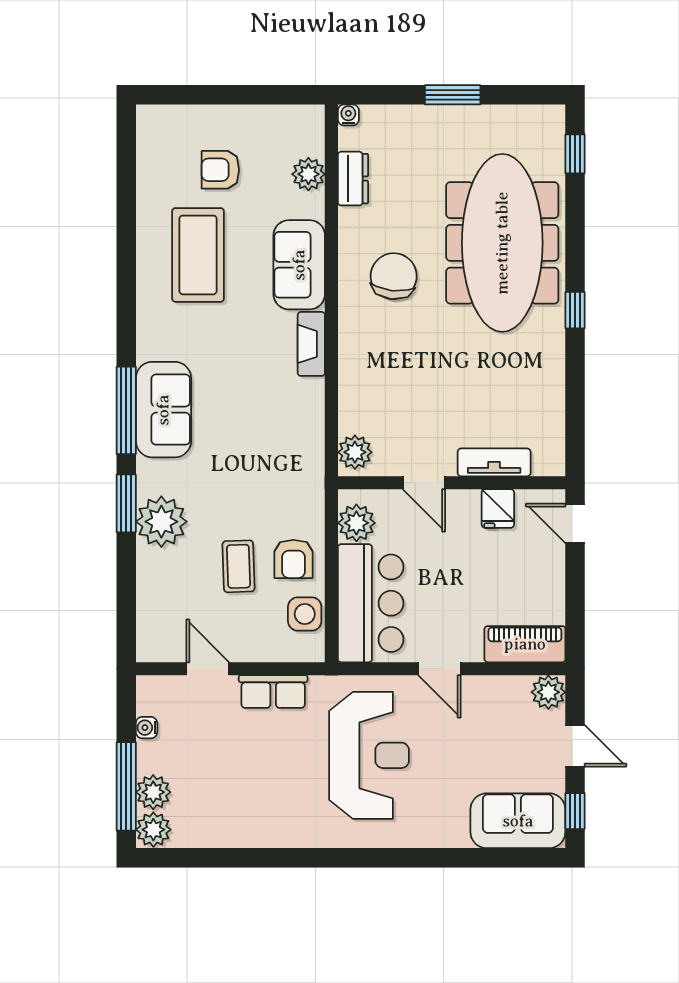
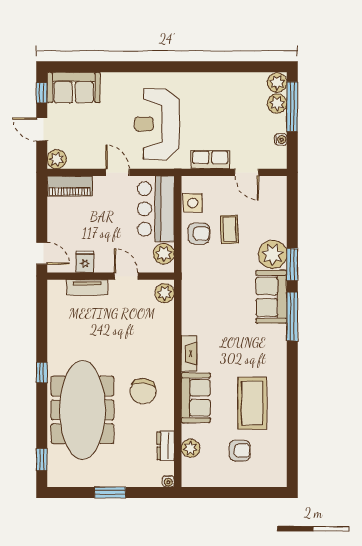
sofa: (163, 410) -> (271, 297), moved
armchair: (293, 559) -> (199, 234), turned 90

